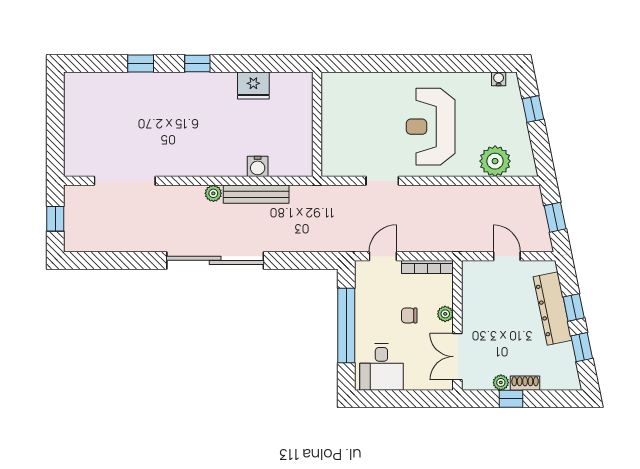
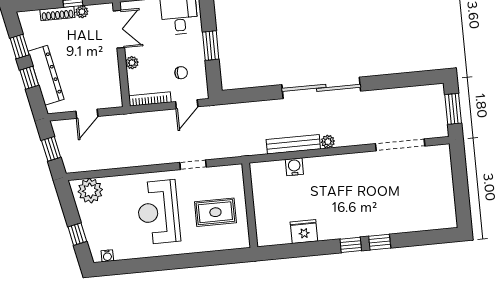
window: (141, 63) -> (380, 242), moved
rug: (360, 120) -> (215, 212), added
reception desk: (431, 127) -> (158, 212), turned 180
plant: (495, 161) -> (90, 191), moved
window: (55, 219) -> (453, 109), width x1.50
door: (507, 256) -> (87, 114), hinge flipped
chair: (409, 315) -> (181, 73), moved
window: (346, 326) -> (211, 46), width x0.47
shoe rack: (525, 383) -> (57, 14), width x1.43

